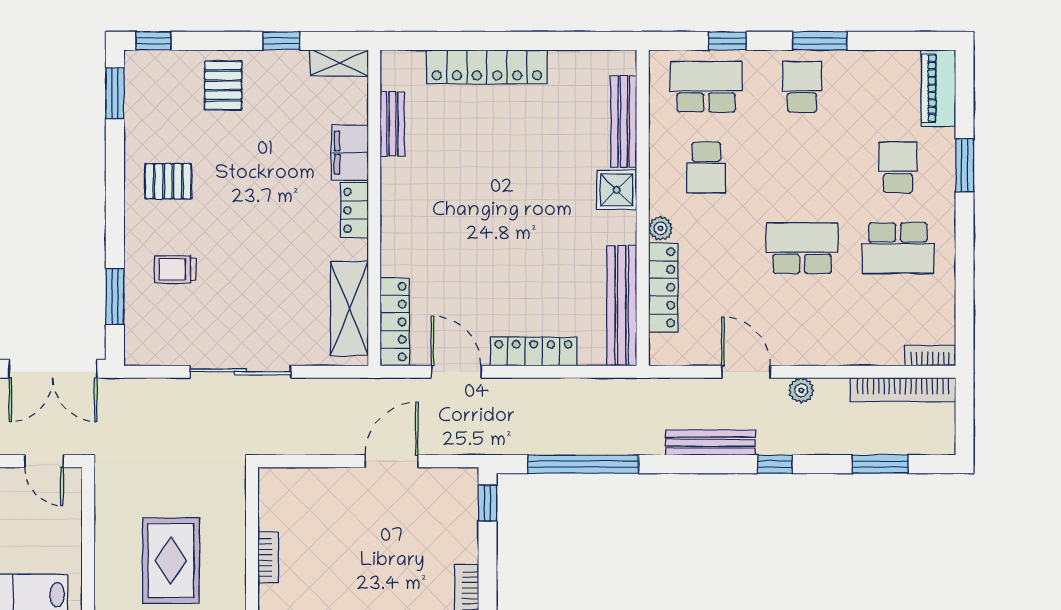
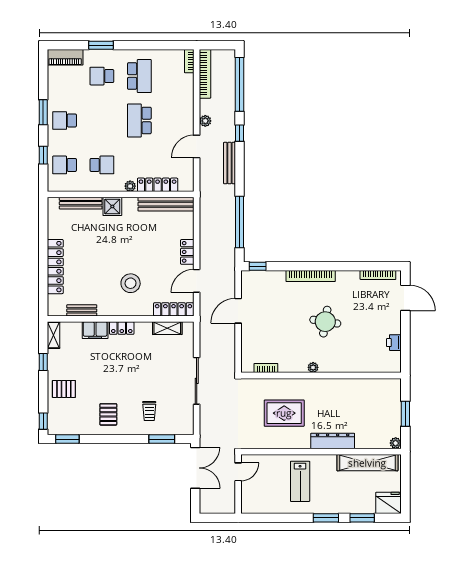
school desk: (706, 87) -> (65, 165), width x0.54
stool: (451, 229) -> (131, 283), added
shelving: (349, 308) -> (167, 328), width x0.67, depth x0.75
locker: (534, 351) -> (187, 252), width x0.66
door: (392, 461) -> (238, 311), hinge flipped
window: (880, 464) -> (240, 84), width x2.11
bookcase: (268, 557) -> (266, 368), moved

